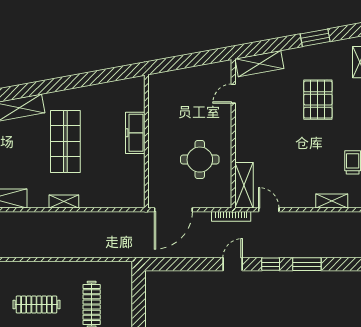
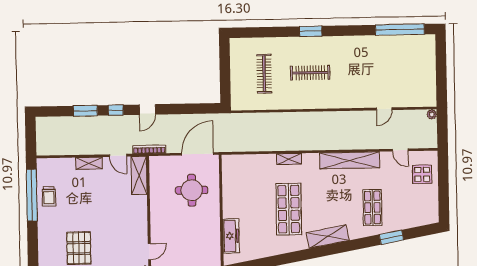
freezer: (135, 133) -> (231, 236), moved
round table: (200, 160) -> (192, 190), moved
shelving: (332, 201) -> (89, 163), moved

